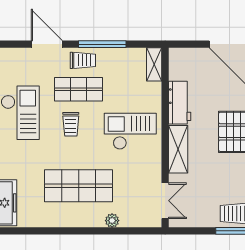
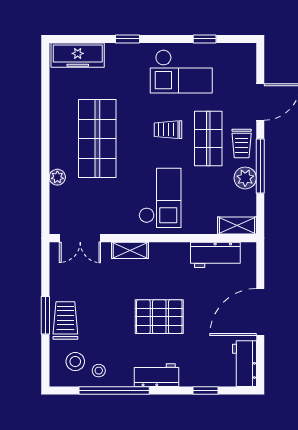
plant: (113, 57) -> (245, 178), added
workbench: (180, 103) -> (215, 255), moved
shelving: (178, 149) -> (130, 250), width x0.67, depth x0.75

